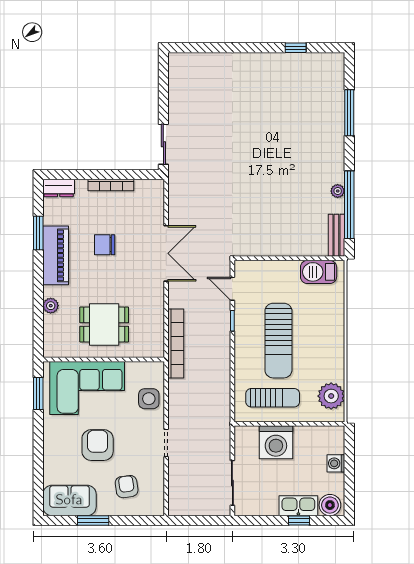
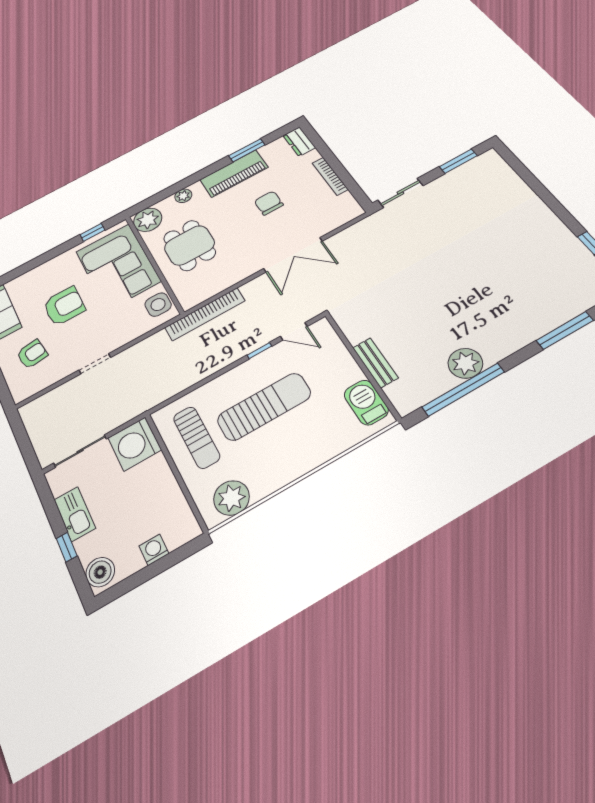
window: (163, 85) -> (458, 161), added
plant: (338, 191) -> (465, 363), width x1.88, depth x1.88
bench: (336, 235) -> (375, 363), moved, turned 90
door: (232, 289) -> (294, 331), swing flipped
sun lounger: (278, 341) -> (264, 407), turned 180
plant: (56, 345) -> (148, 220), added
window: (38, 393) -> (92, 232), width x0.67
side table: (149, 399) -> (158, 305), moved
washing machine: (276, 442) -> (135, 444), moved
kitchen sink: (298, 506) -> (75, 514), moved

